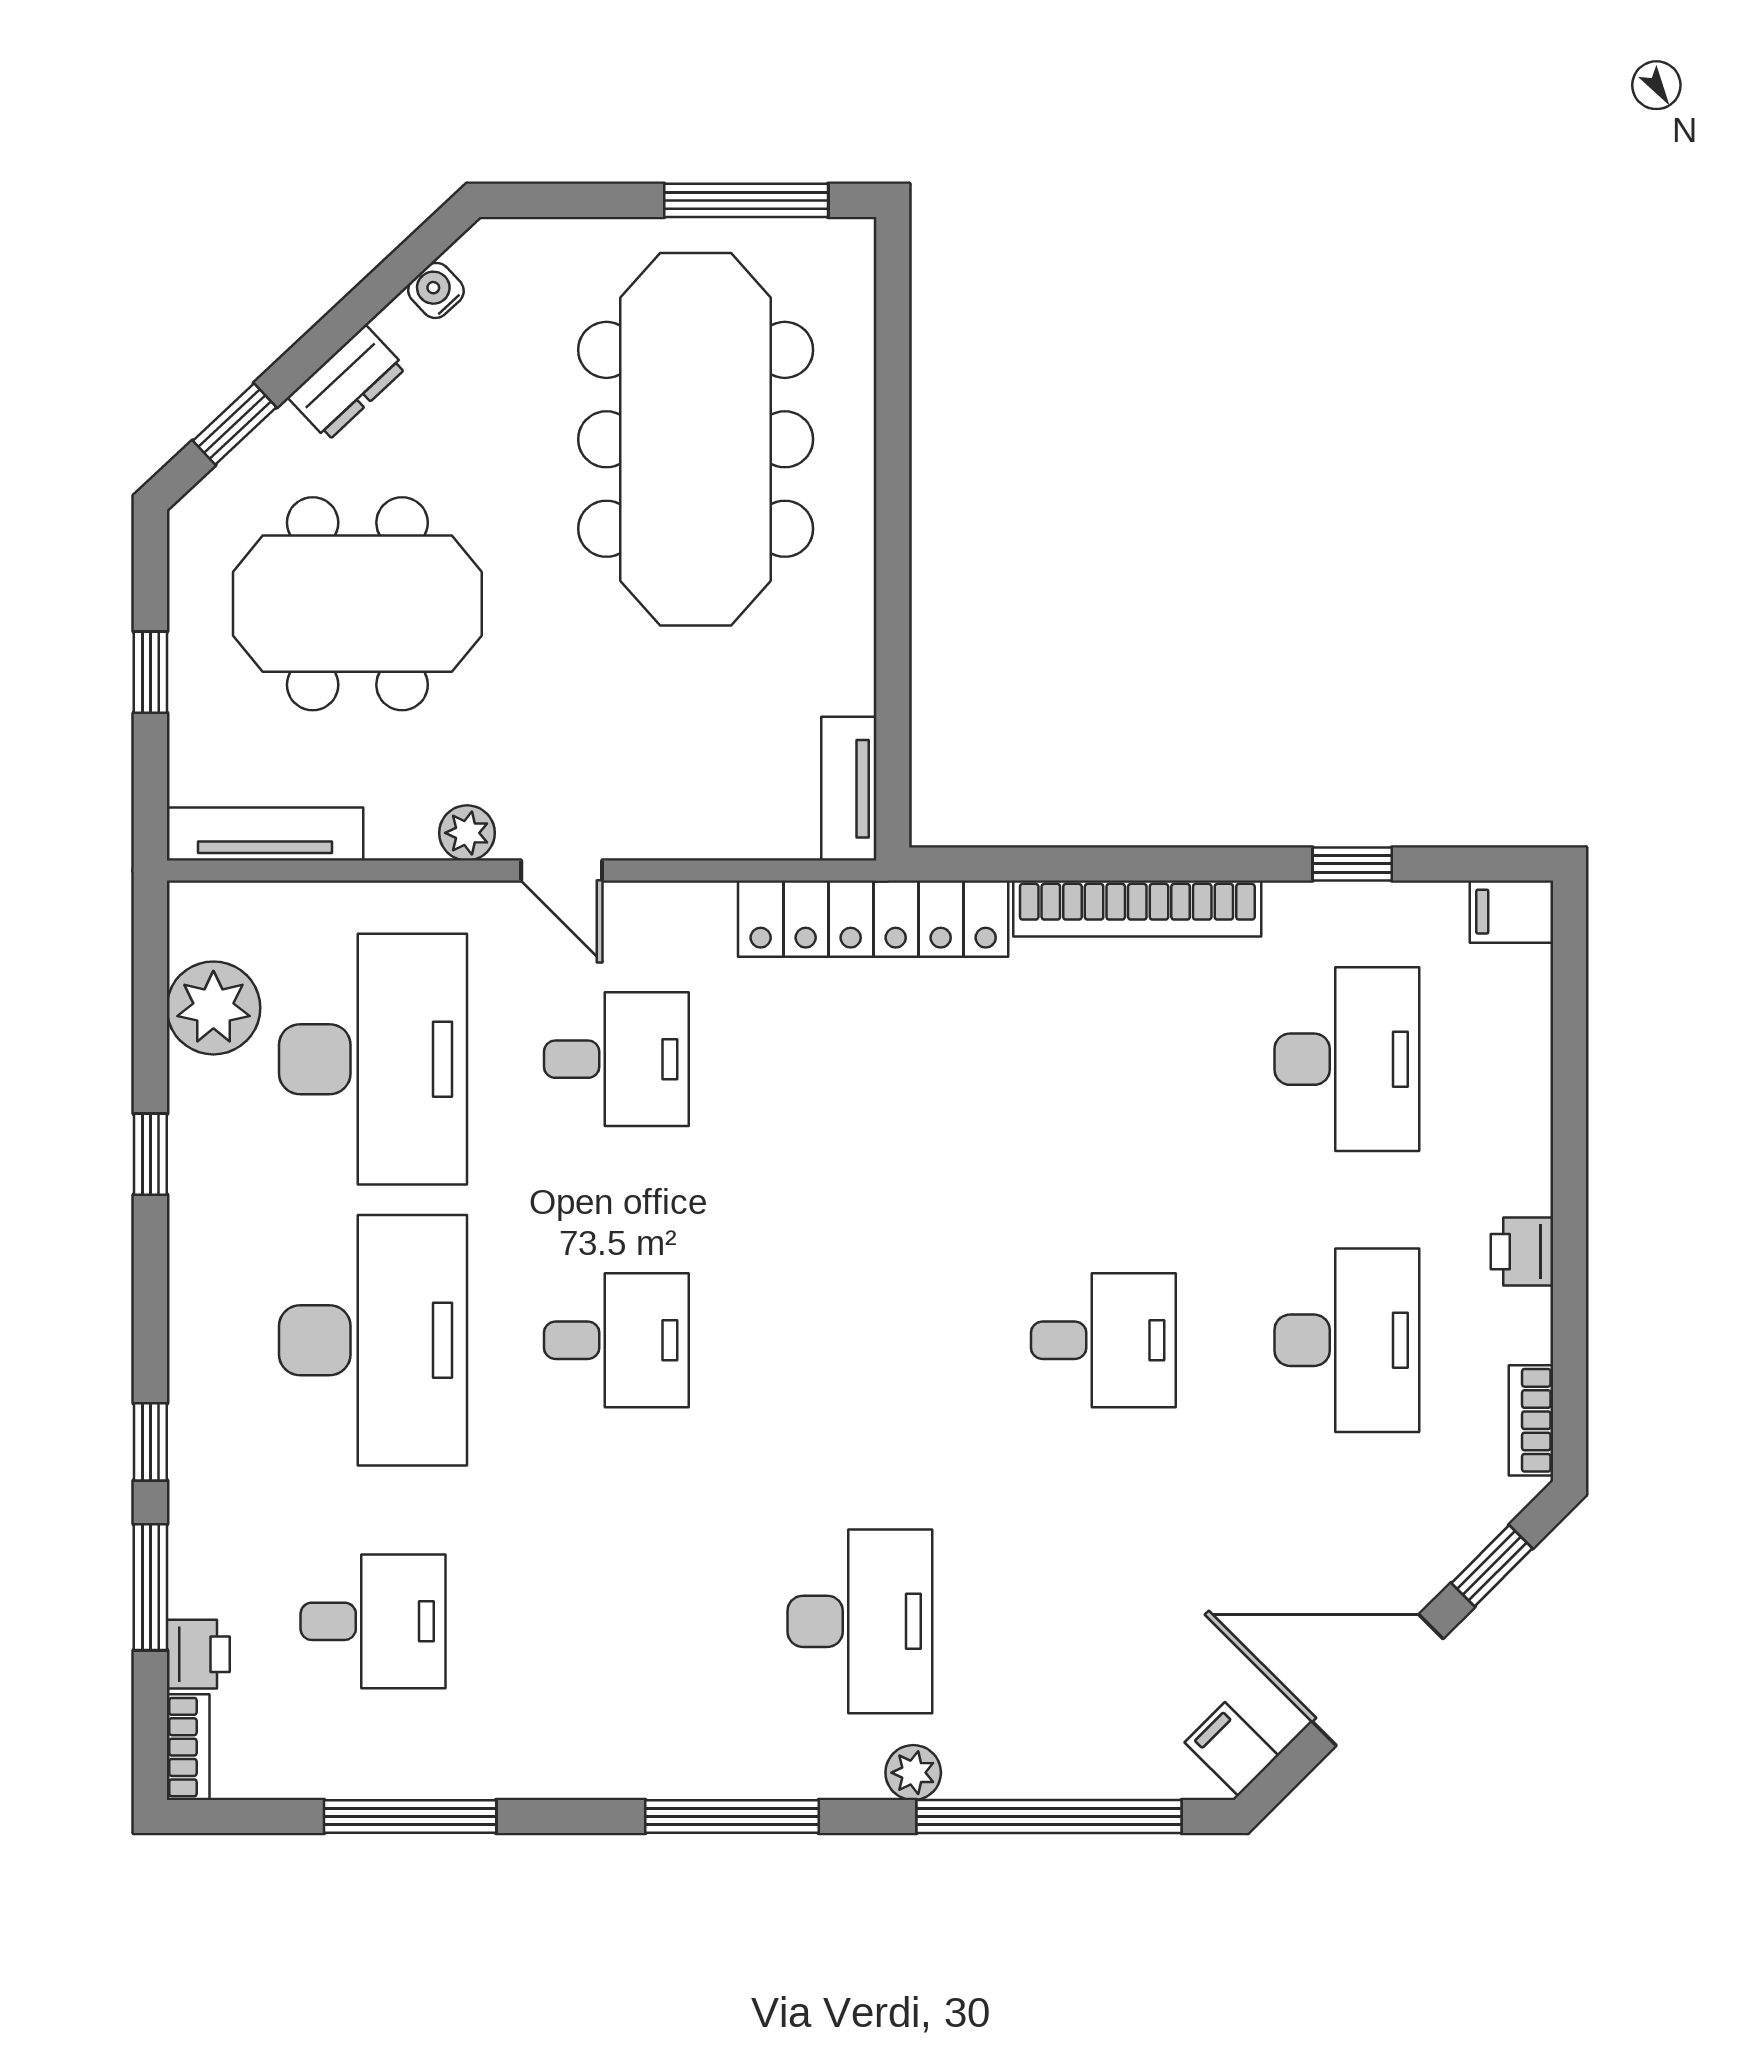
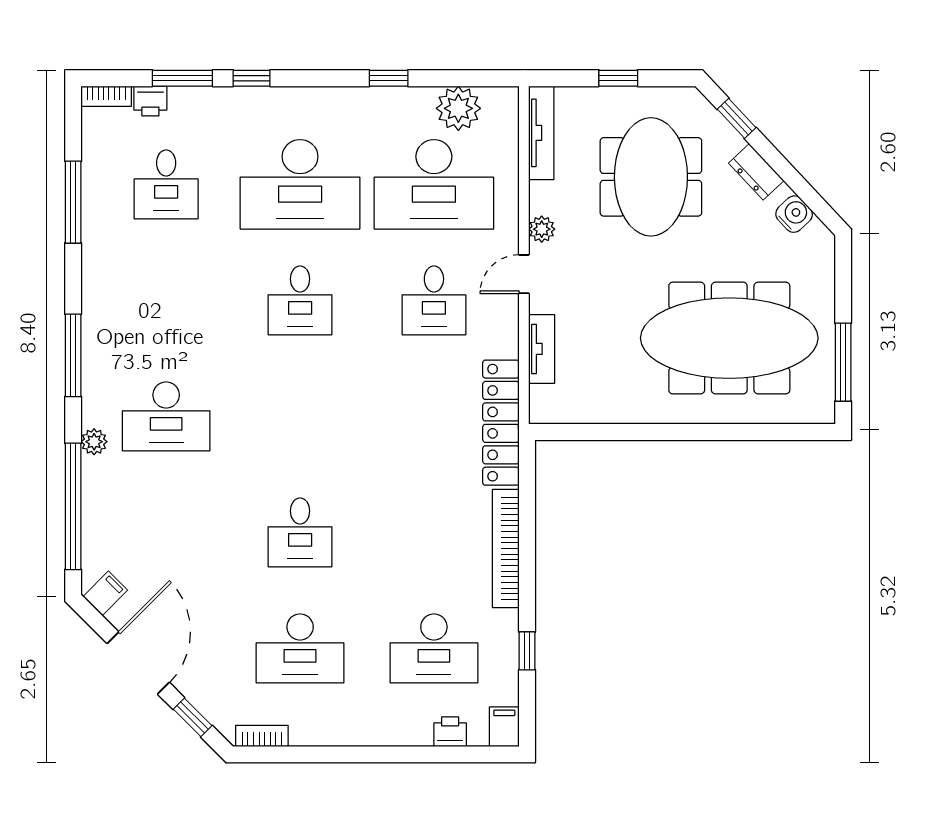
water cooler: (436, 290) -> (794, 214), width x1.38, depth x1.38
tv unit: (849, 789) -> (542, 349), moved, turned 90
printer: (1522, 1252) -> (450, 732), moved

